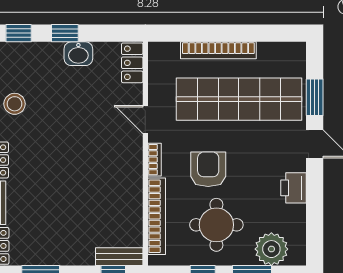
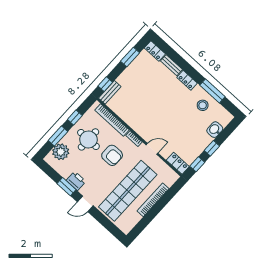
window: (19, 33) -> (197, 164), moved
washbasin: (78, 54) -> (215, 130), moved
window: (315, 97) -> (66, 187), moved

